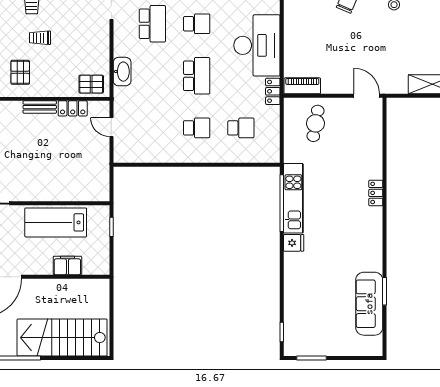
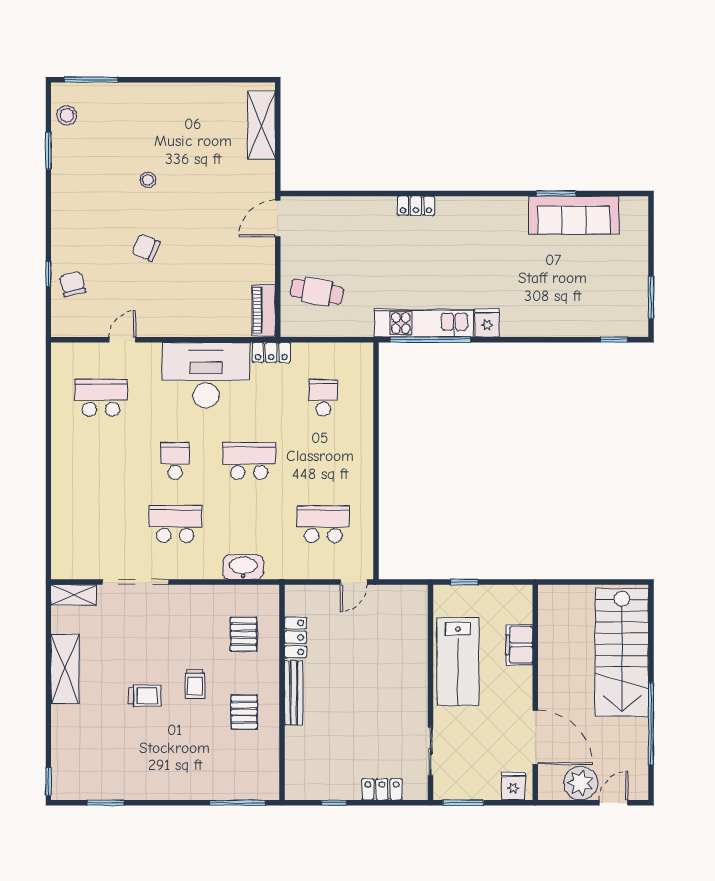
pallet: (20, 72) -> (244, 712), turned 90
pallet: (91, 84) -> (244, 634), moved
bench: (40, 107) -> (294, 693), width x1.36
door: (111, 127) -> (354, 582), moved
school desk: (197, 128) -> (323, 524), moved, width x1.85

